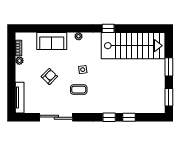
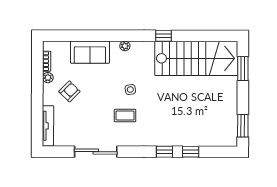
window: (169, 67) -> (243, 69), moved
armchair: (49, 76) -> (69, 91), moved

